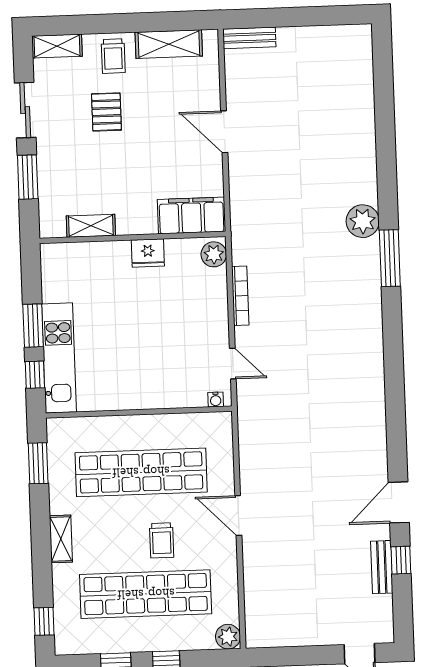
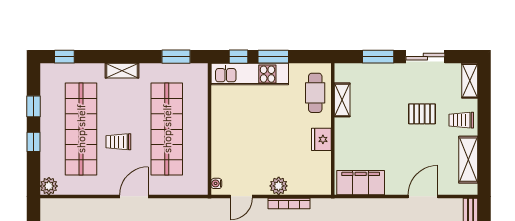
door: (224, 132) -> (423, 196), moved
filing cabinet: (191, 216) -> (361, 183), moved, turned -90
plant: (214, 254) -> (279, 186), moved
cafe table: (82, 264) -> (315, 93), added

